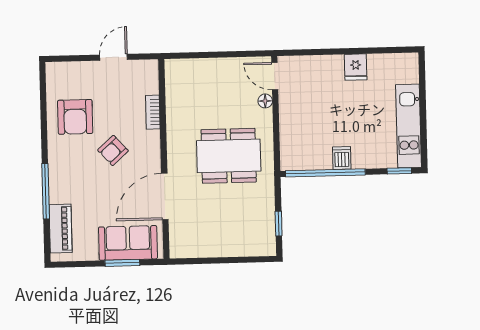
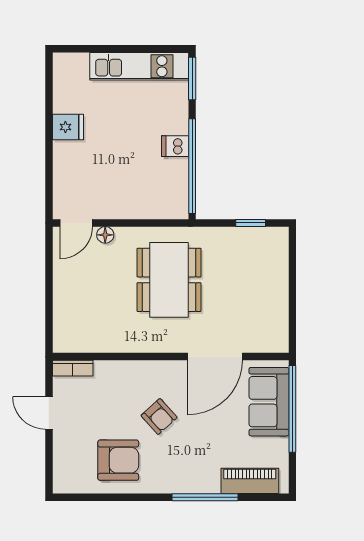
bookcase: (153, 112) -> (73, 368), moved
window: (399, 171) -> (192, 79), width x1.50
door: (165, 196) -> (215, 357), hinge flipped
window: (122, 263) -> (292, 409), width x2.11

